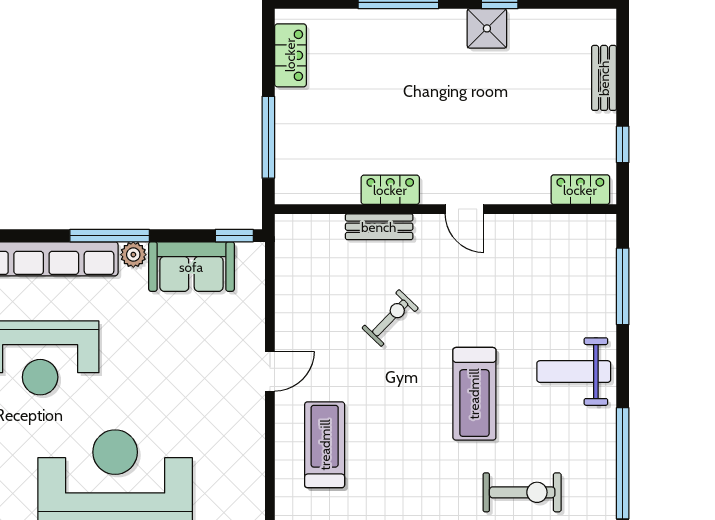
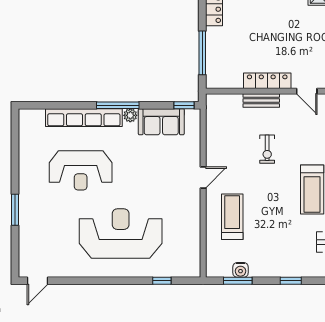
locker: (390, 190) -> (267, 81), width x1.53
exercise bike: (390, 318) -> (267, 149), turned 136

